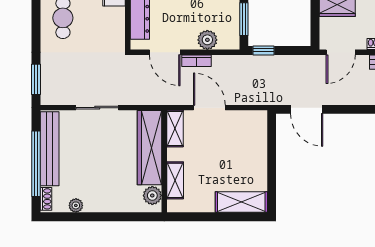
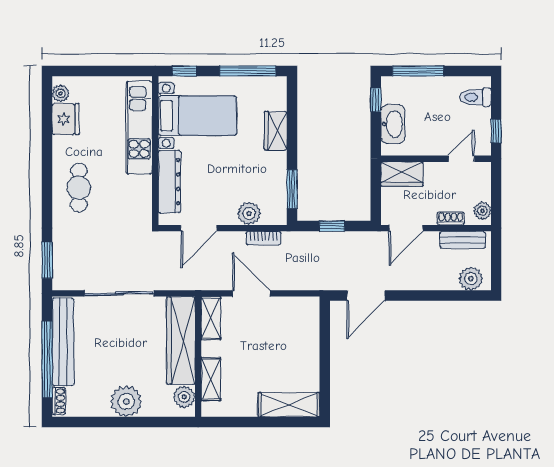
window: (264, 50) -> (332, 226), moved
door: (165, 52) -> (199, 228), hinge flipped
bookcase: (196, 61) -> (263, 238), moved
sliding door: (97, 108) -> (119, 293), width x1.37
door: (307, 109) -> (366, 295), hinge flipped
plant: (76, 205) -> (126, 401), moved, width x1.87, depth x1.87

